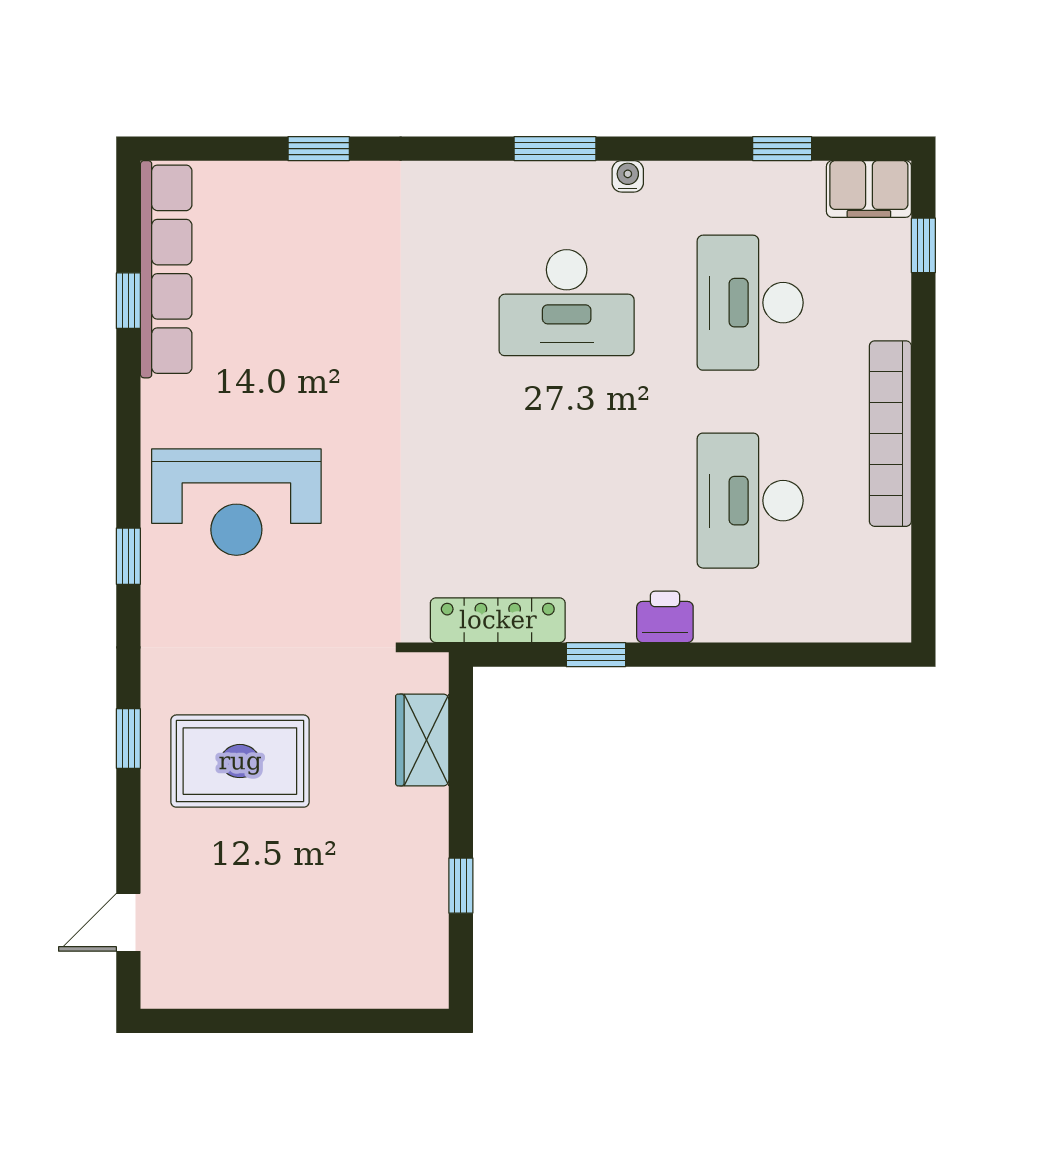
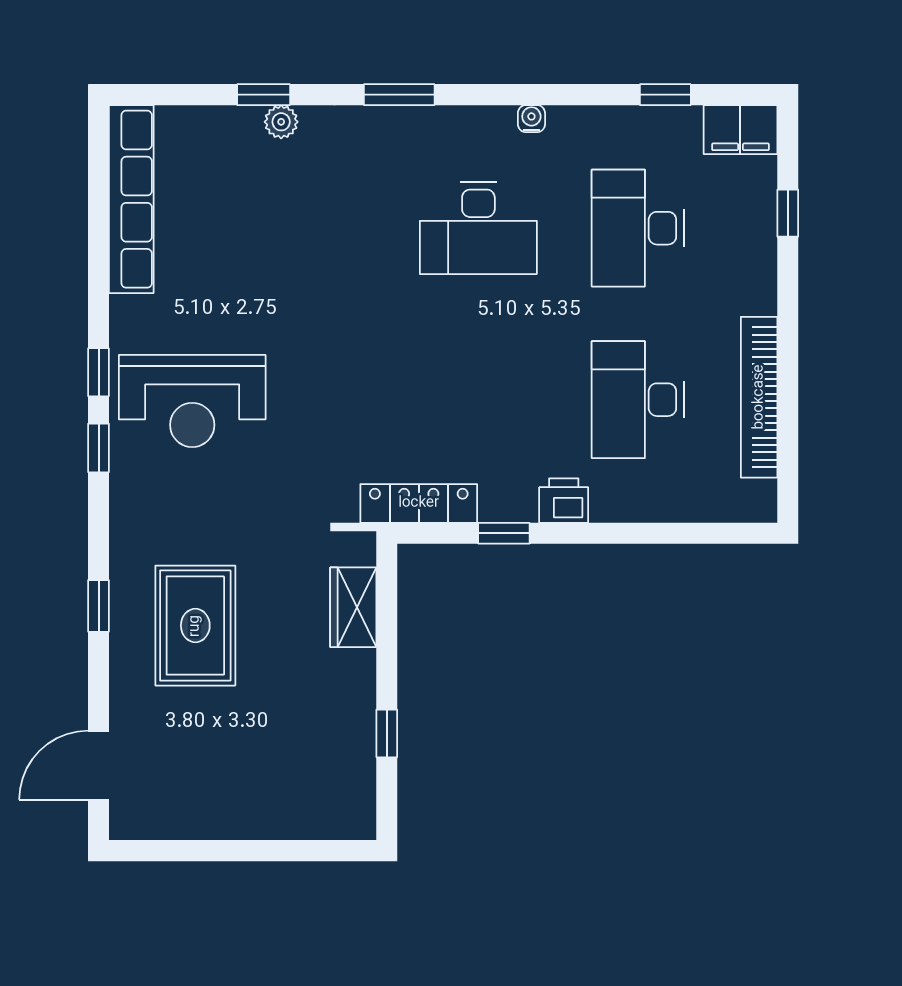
window: (555, 149) -> (399, 95), moved
plant: (339, 180) -> (281, 122), added
window: (923, 245) -> (788, 213), moved
window: (128, 301) -> (99, 372), moved
bookcase: (890, 434) -> (759, 397), moved
rug: (240, 761) -> (195, 626), turned 90
door: (128, 922) -> (99, 765), width x1.38

